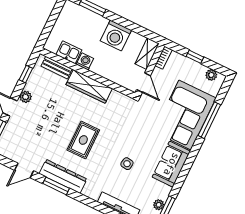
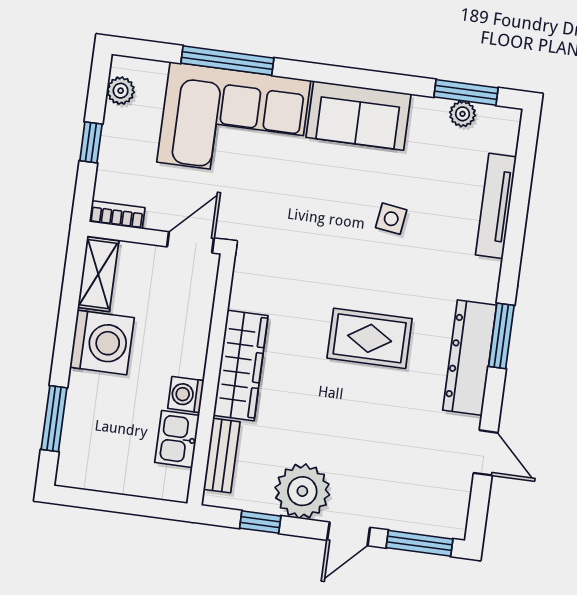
shelving: (147, 54) -> (98, 274), moved, turned 90
plant: (26, 97) -> (302, 491), width x1.87, depth x1.87
window: (56, 186) -> (501, 336), moved

